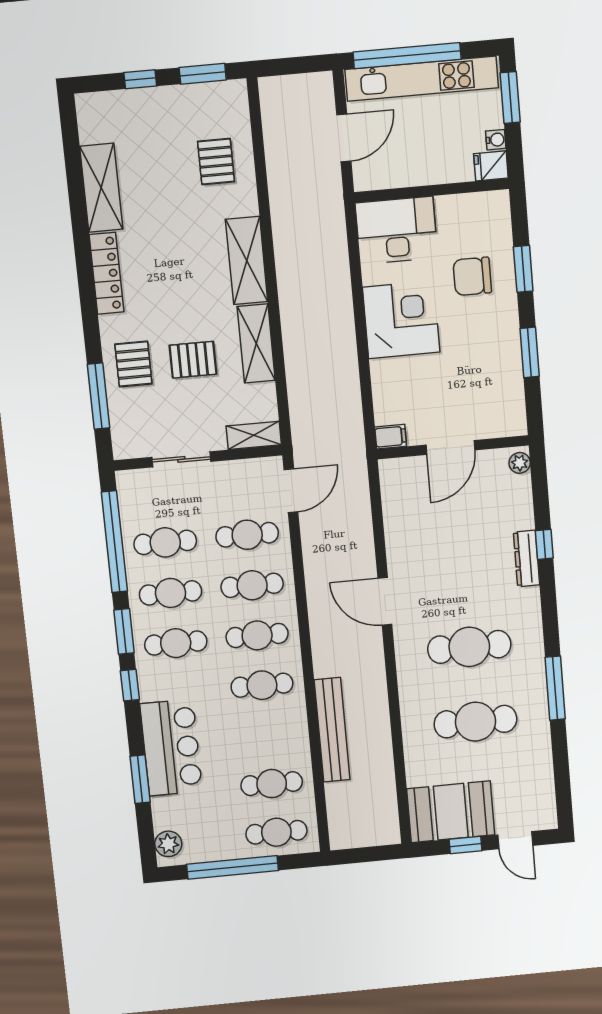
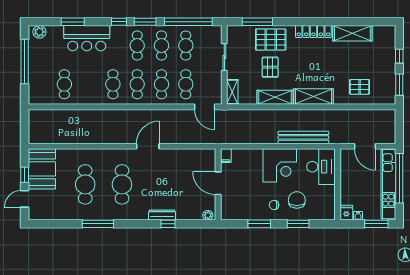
chair: (487, 324) -> (274, 205), added
pallet: (133, 364) -> (271, 39), width x1.50, depth x1.42
bench: (332, 730) -> (303, 137), moved
cafe table: (276, 832) -> (40, 84), removed

